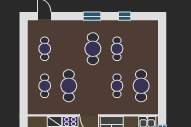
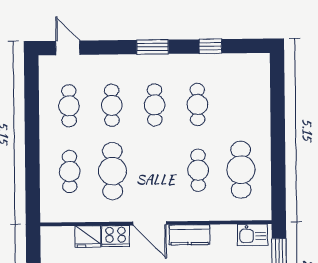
cafe table: (69, 49) -> (112, 105), added
cafe table: (93, 49) -> (155, 105), width x0.73, depth x0.74

